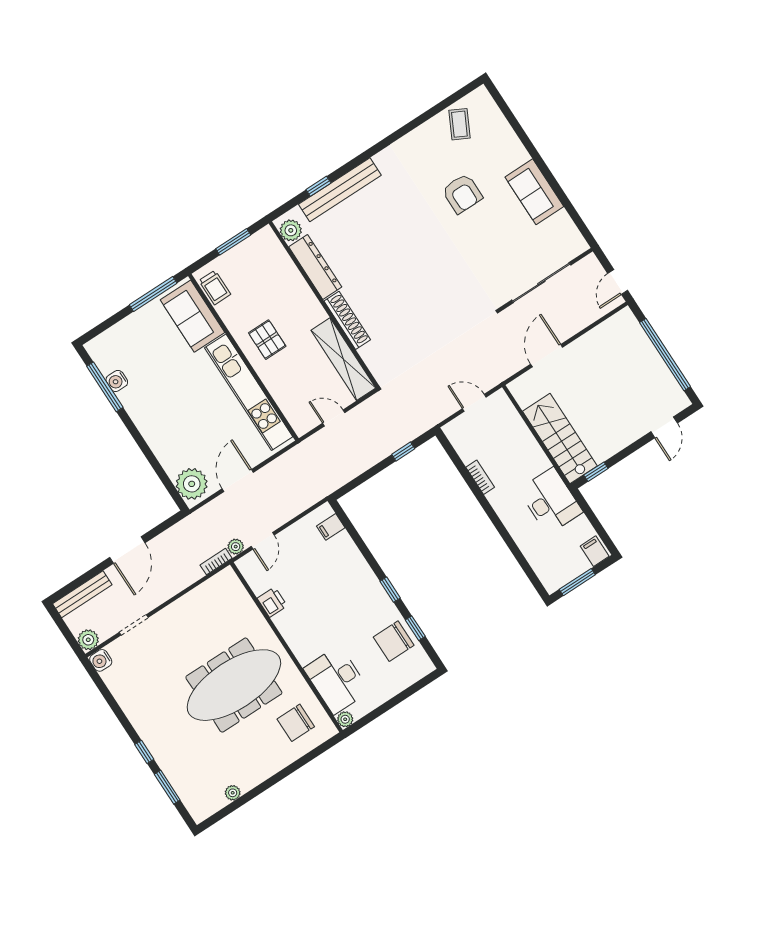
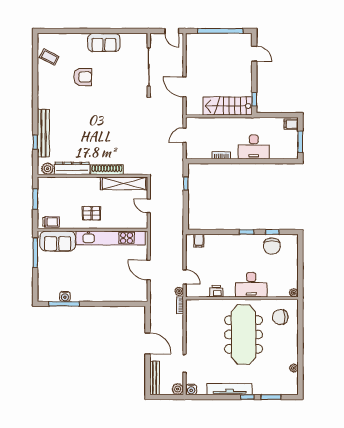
door: (334, 418) -> (149, 206), hinge flipped
plant: (192, 484) -> (136, 293), removed
desk: (550, 501) -> (254, 147), moved, turned 180
desk: (337, 680) -> (251, 285), moved
tv unit: (139, 717) -> (230, 389), added
chair: (296, 723) -> (280, 317), turned 90

